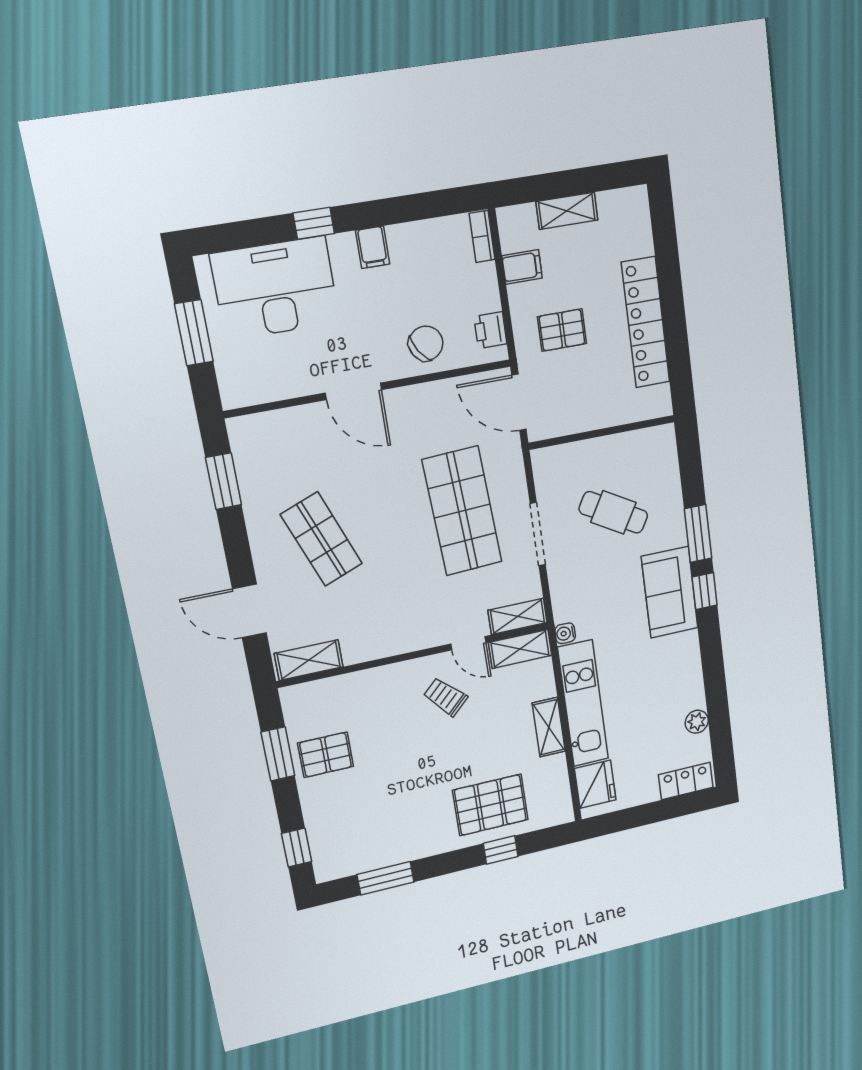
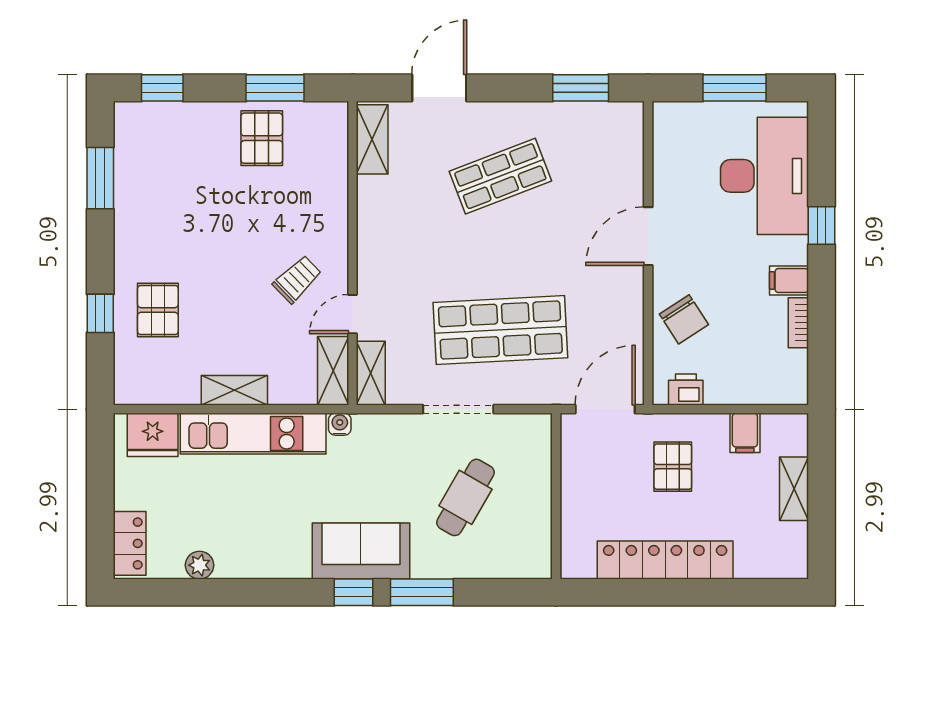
bookcase: (482, 236) -> (798, 323), moved, turned -90
pallet: (490, 805) -> (158, 310), width x0.67, depth x0.71

